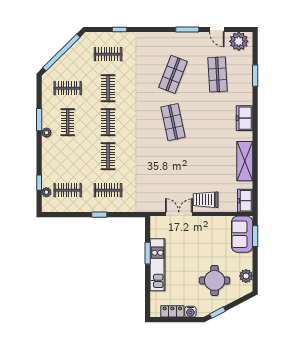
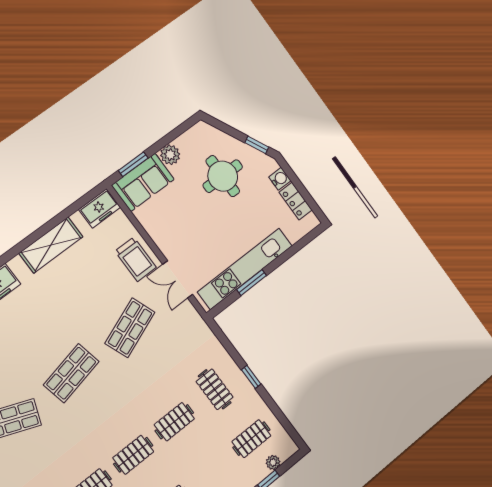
shop shelf: (173, 170) -> (130, 328), added
clothes rail: (68, 190) -> (251, 439), turned 90
kitchen unit: (158, 265) -> (245, 269), width x1.36
plant: (246, 276) -> (170, 155), moved

